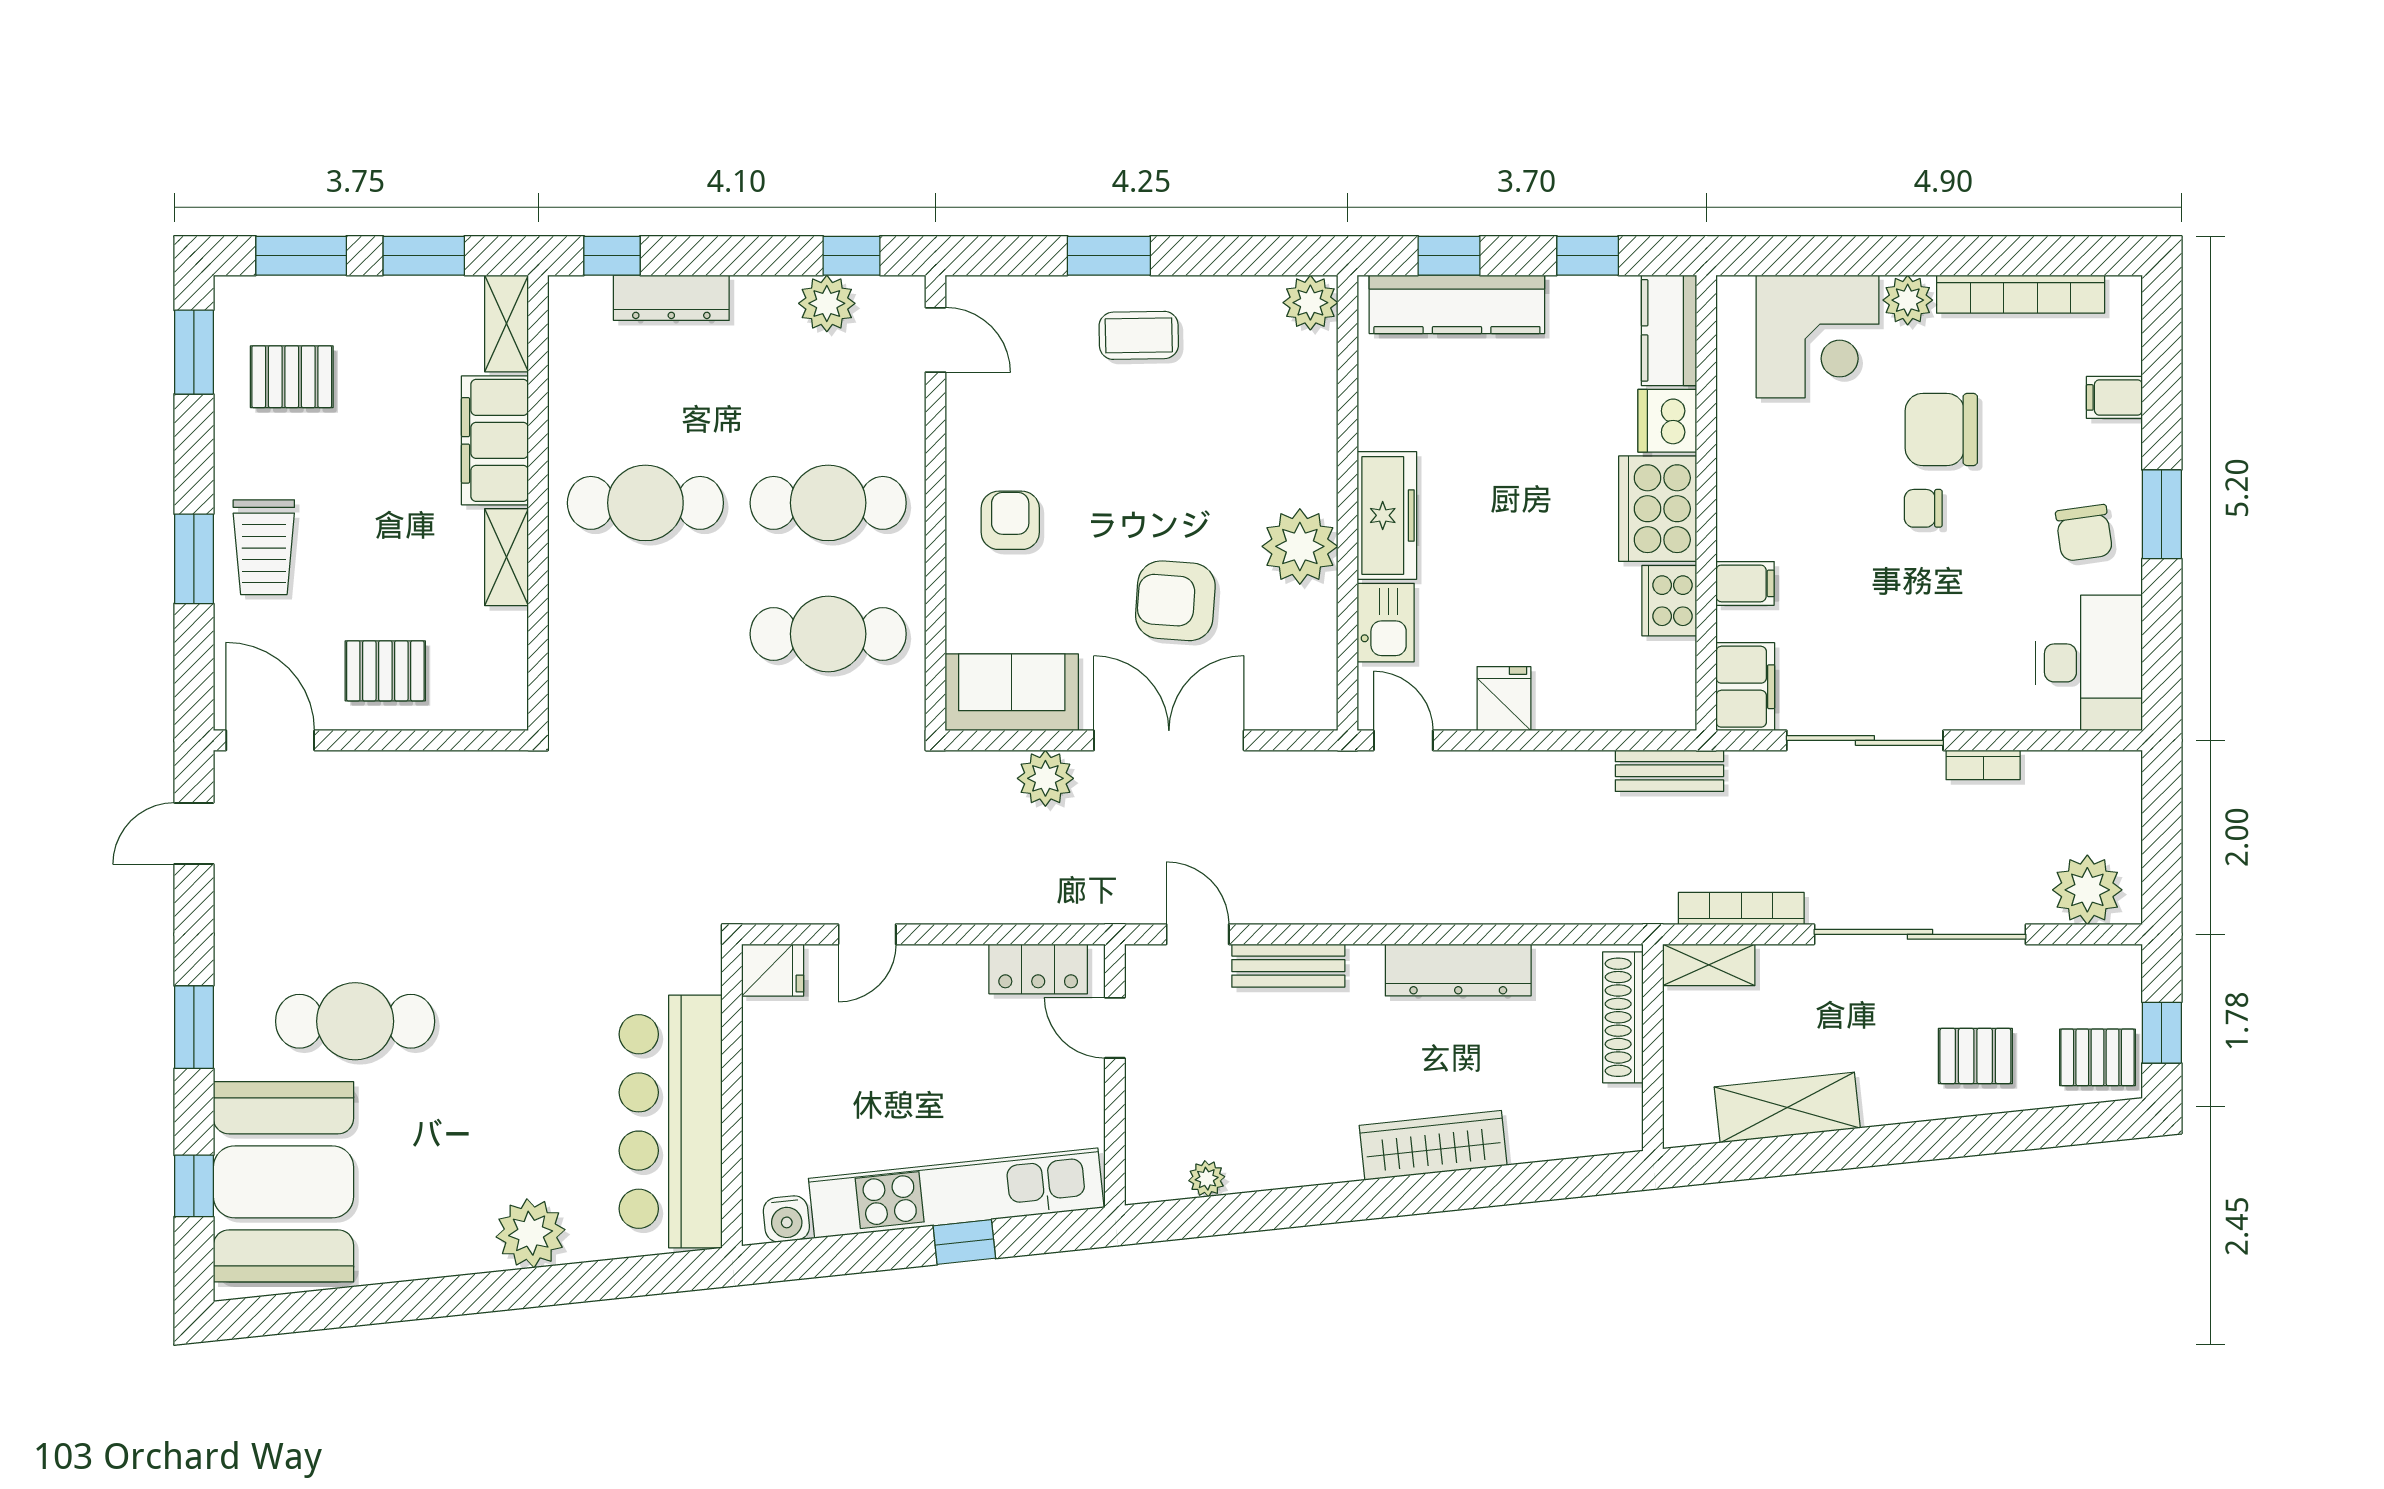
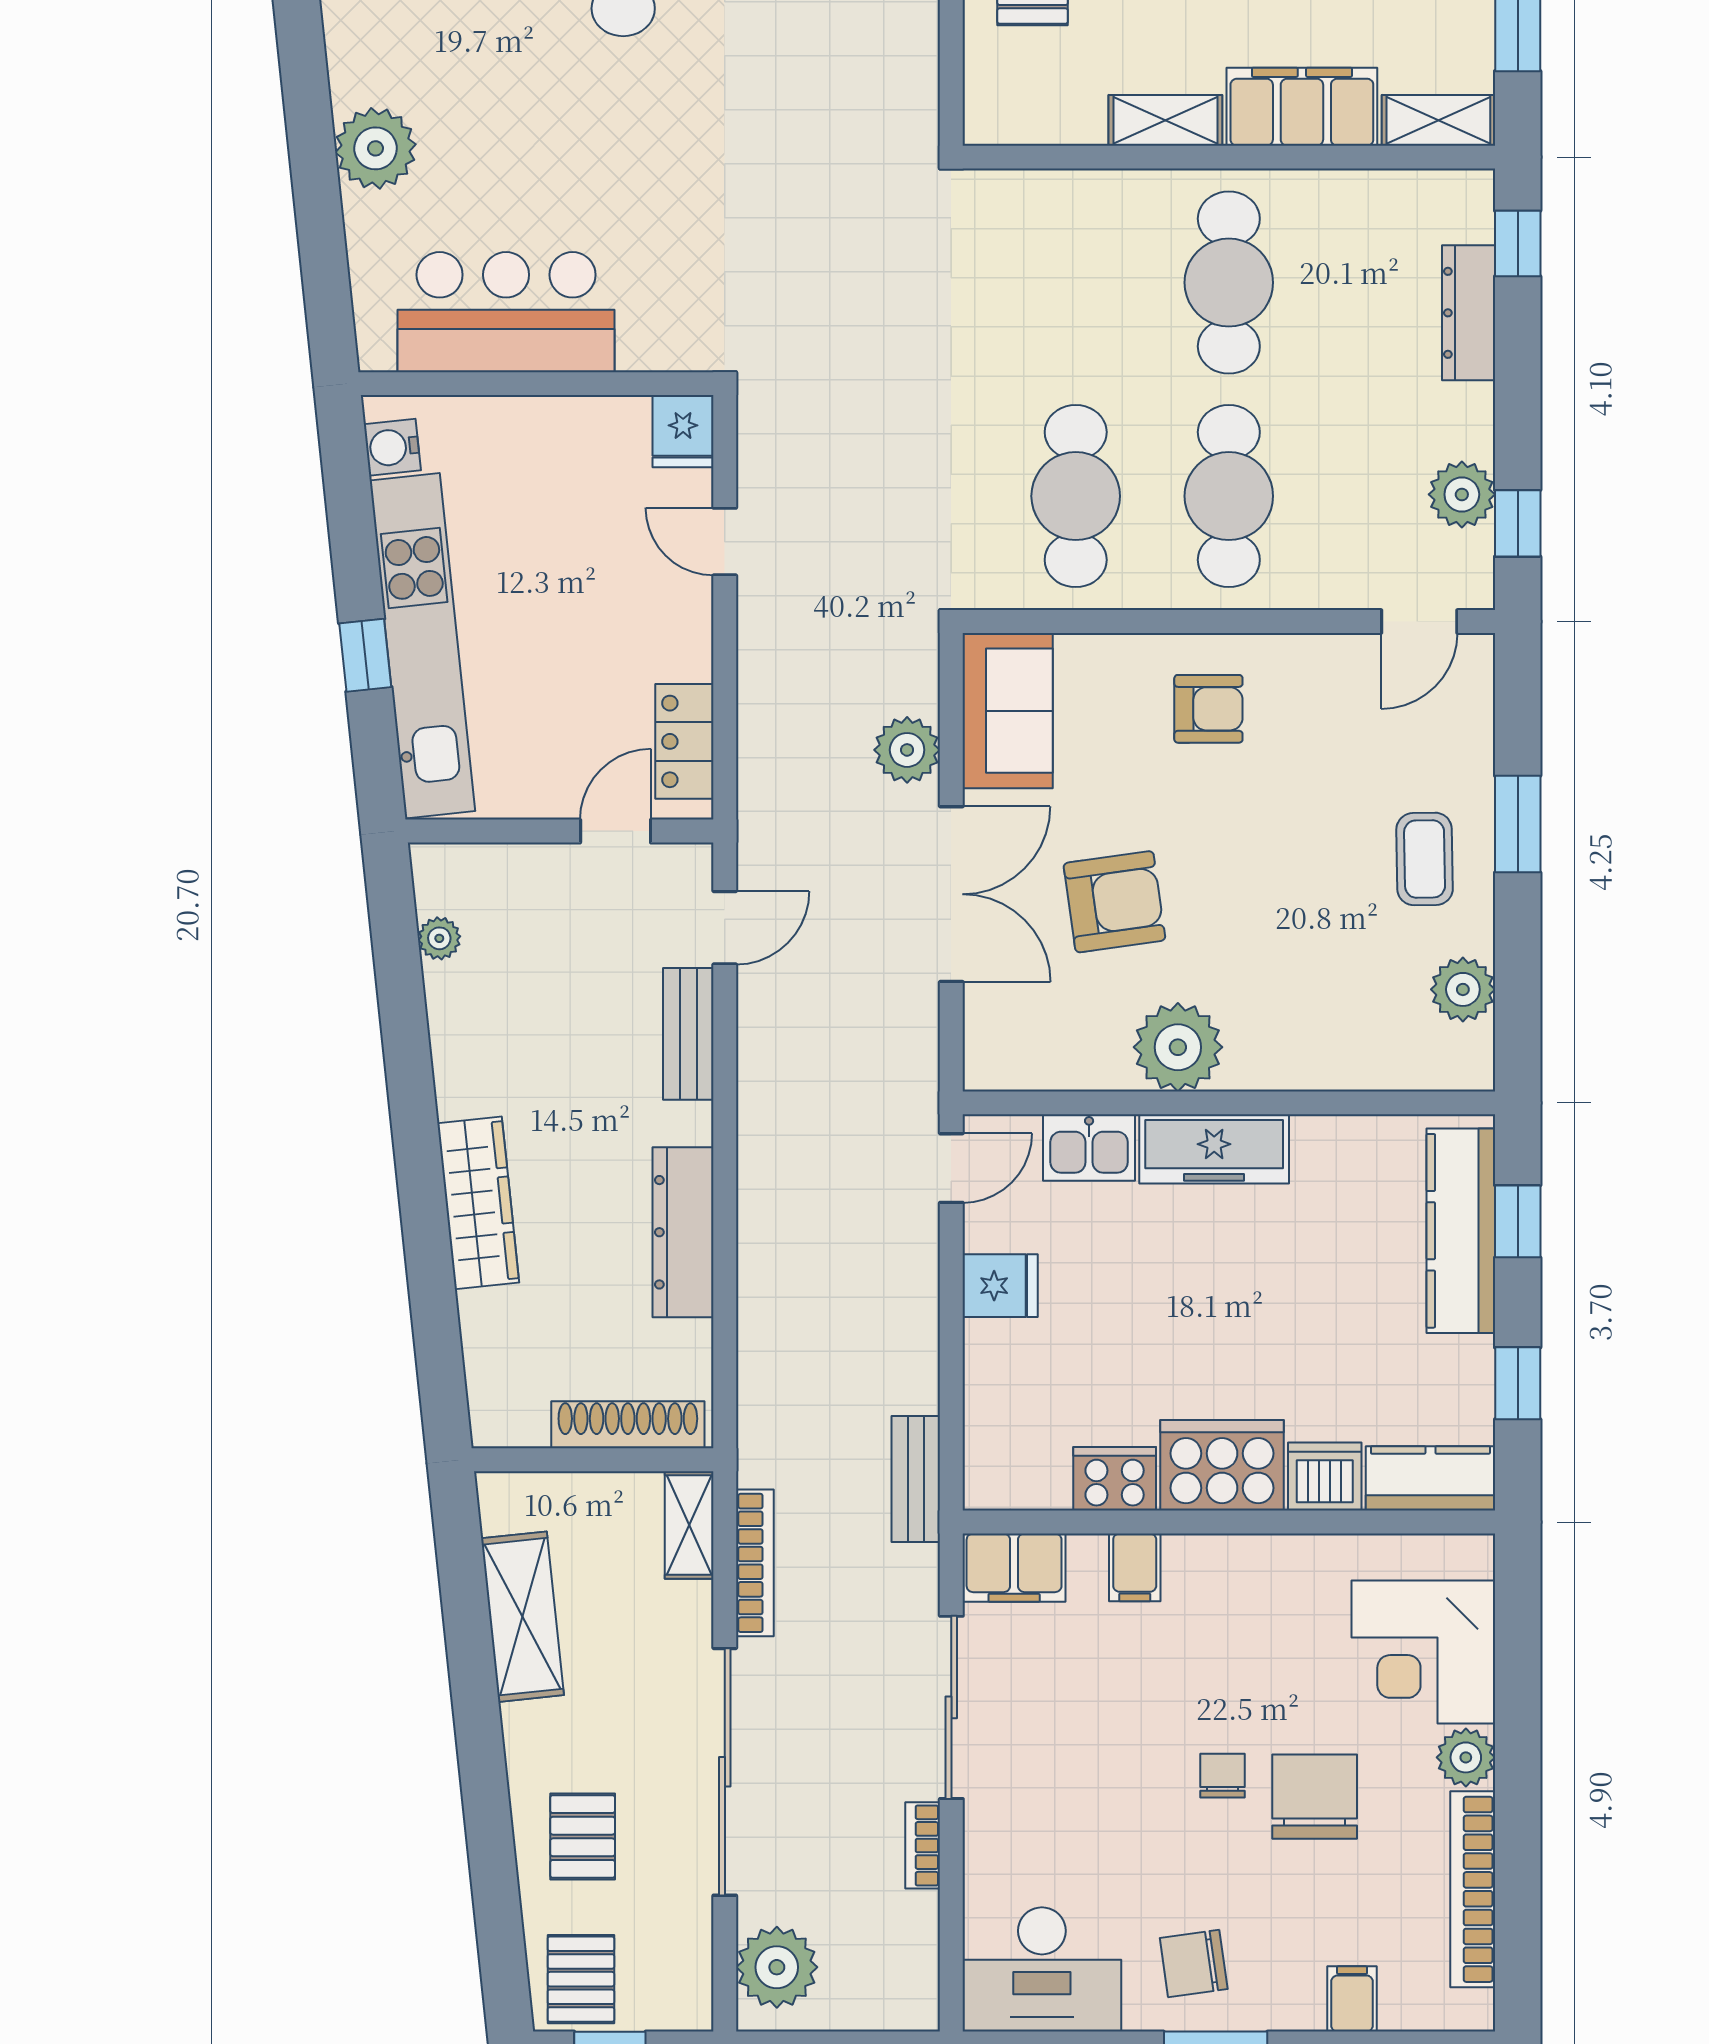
plant: (1310, 303) -> (1463, 989), moved
armchair: (1175, 601) -> (1114, 902), turned 78
bar counter: (671, 1121) -> (506, 312), width x0.73

